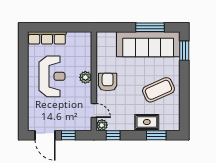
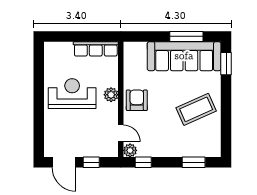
row of seats: (47, 38) -> (96, 49), moved
reception desk: (52, 76) -> (72, 94), turned -90
rug: (147, 122) -> (183, 147), removed

